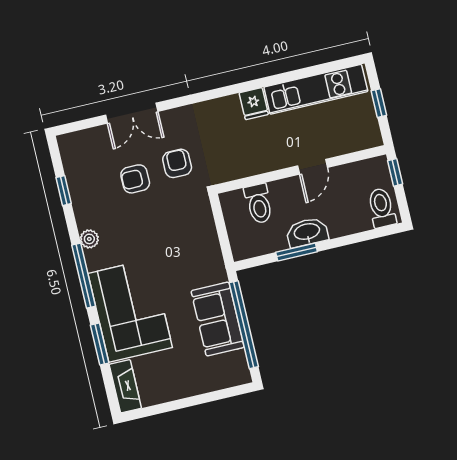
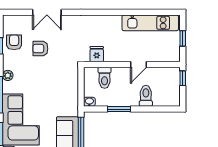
fridge: (254, 104) -> (97, 54), moved, turned 180
armchair: (177, 163) -> (14, 42), moved
toilet: (382, 208) -> (146, 96), moved
washbasin: (307, 232) -> (89, 102), moved, width x0.52, depth x0.69

